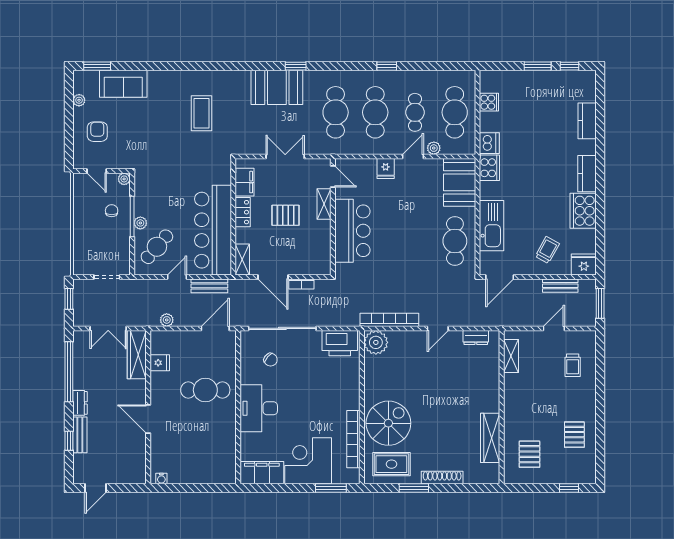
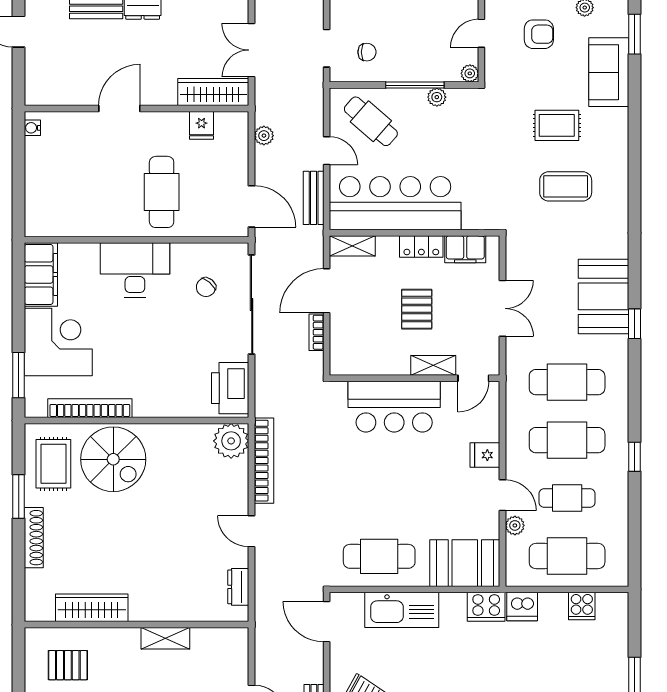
rug: (160, 119) -> (557, 125), added
chair: (112, 211) -> (367, 52), moved
plant: (140, 223) -> (437, 97), moved
shelving: (511, 356) -> (165, 638), moved

